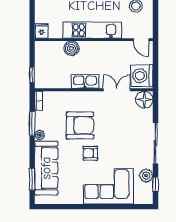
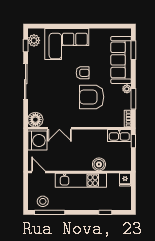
kitchen sink: (85, 81) -> (119, 136), moved
plant: (146, 176) -> (34, 40), moved

